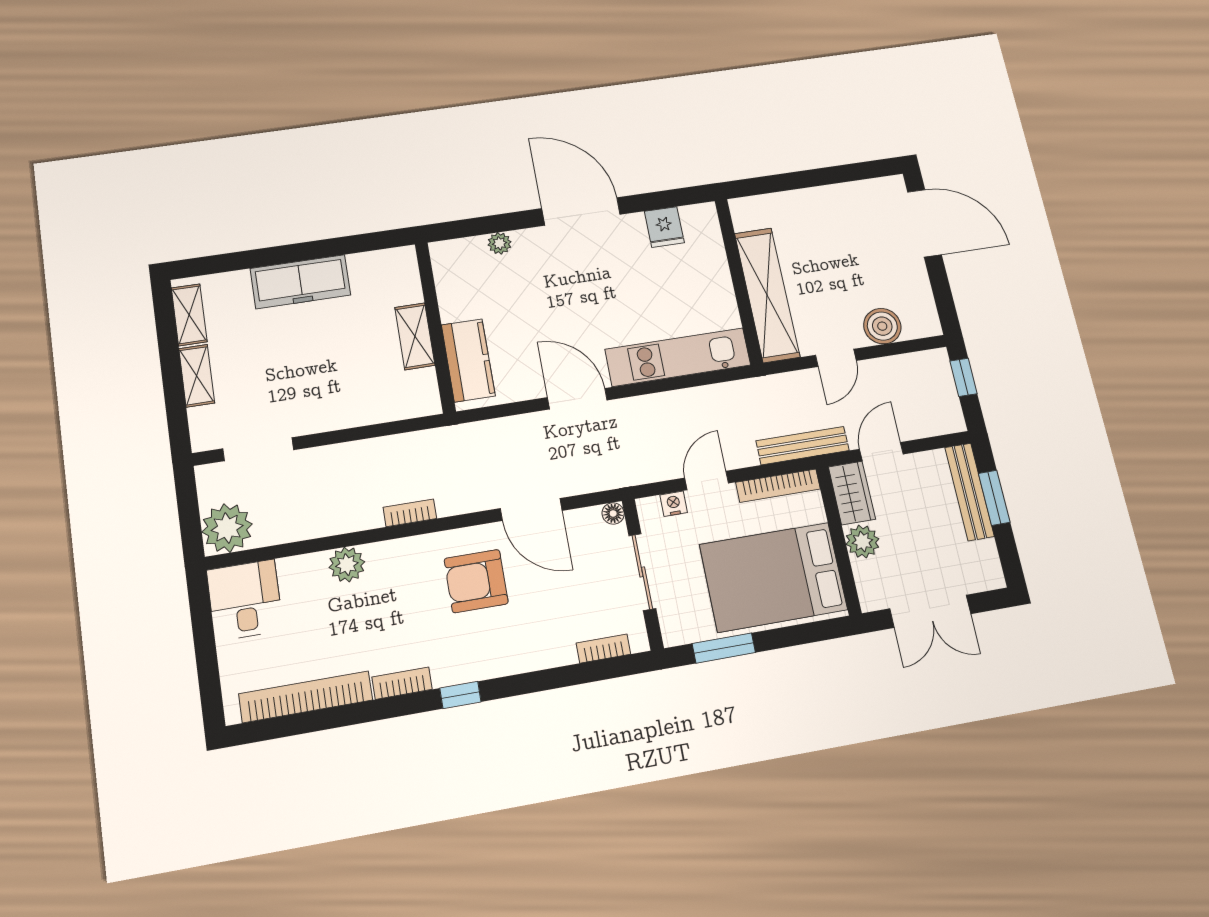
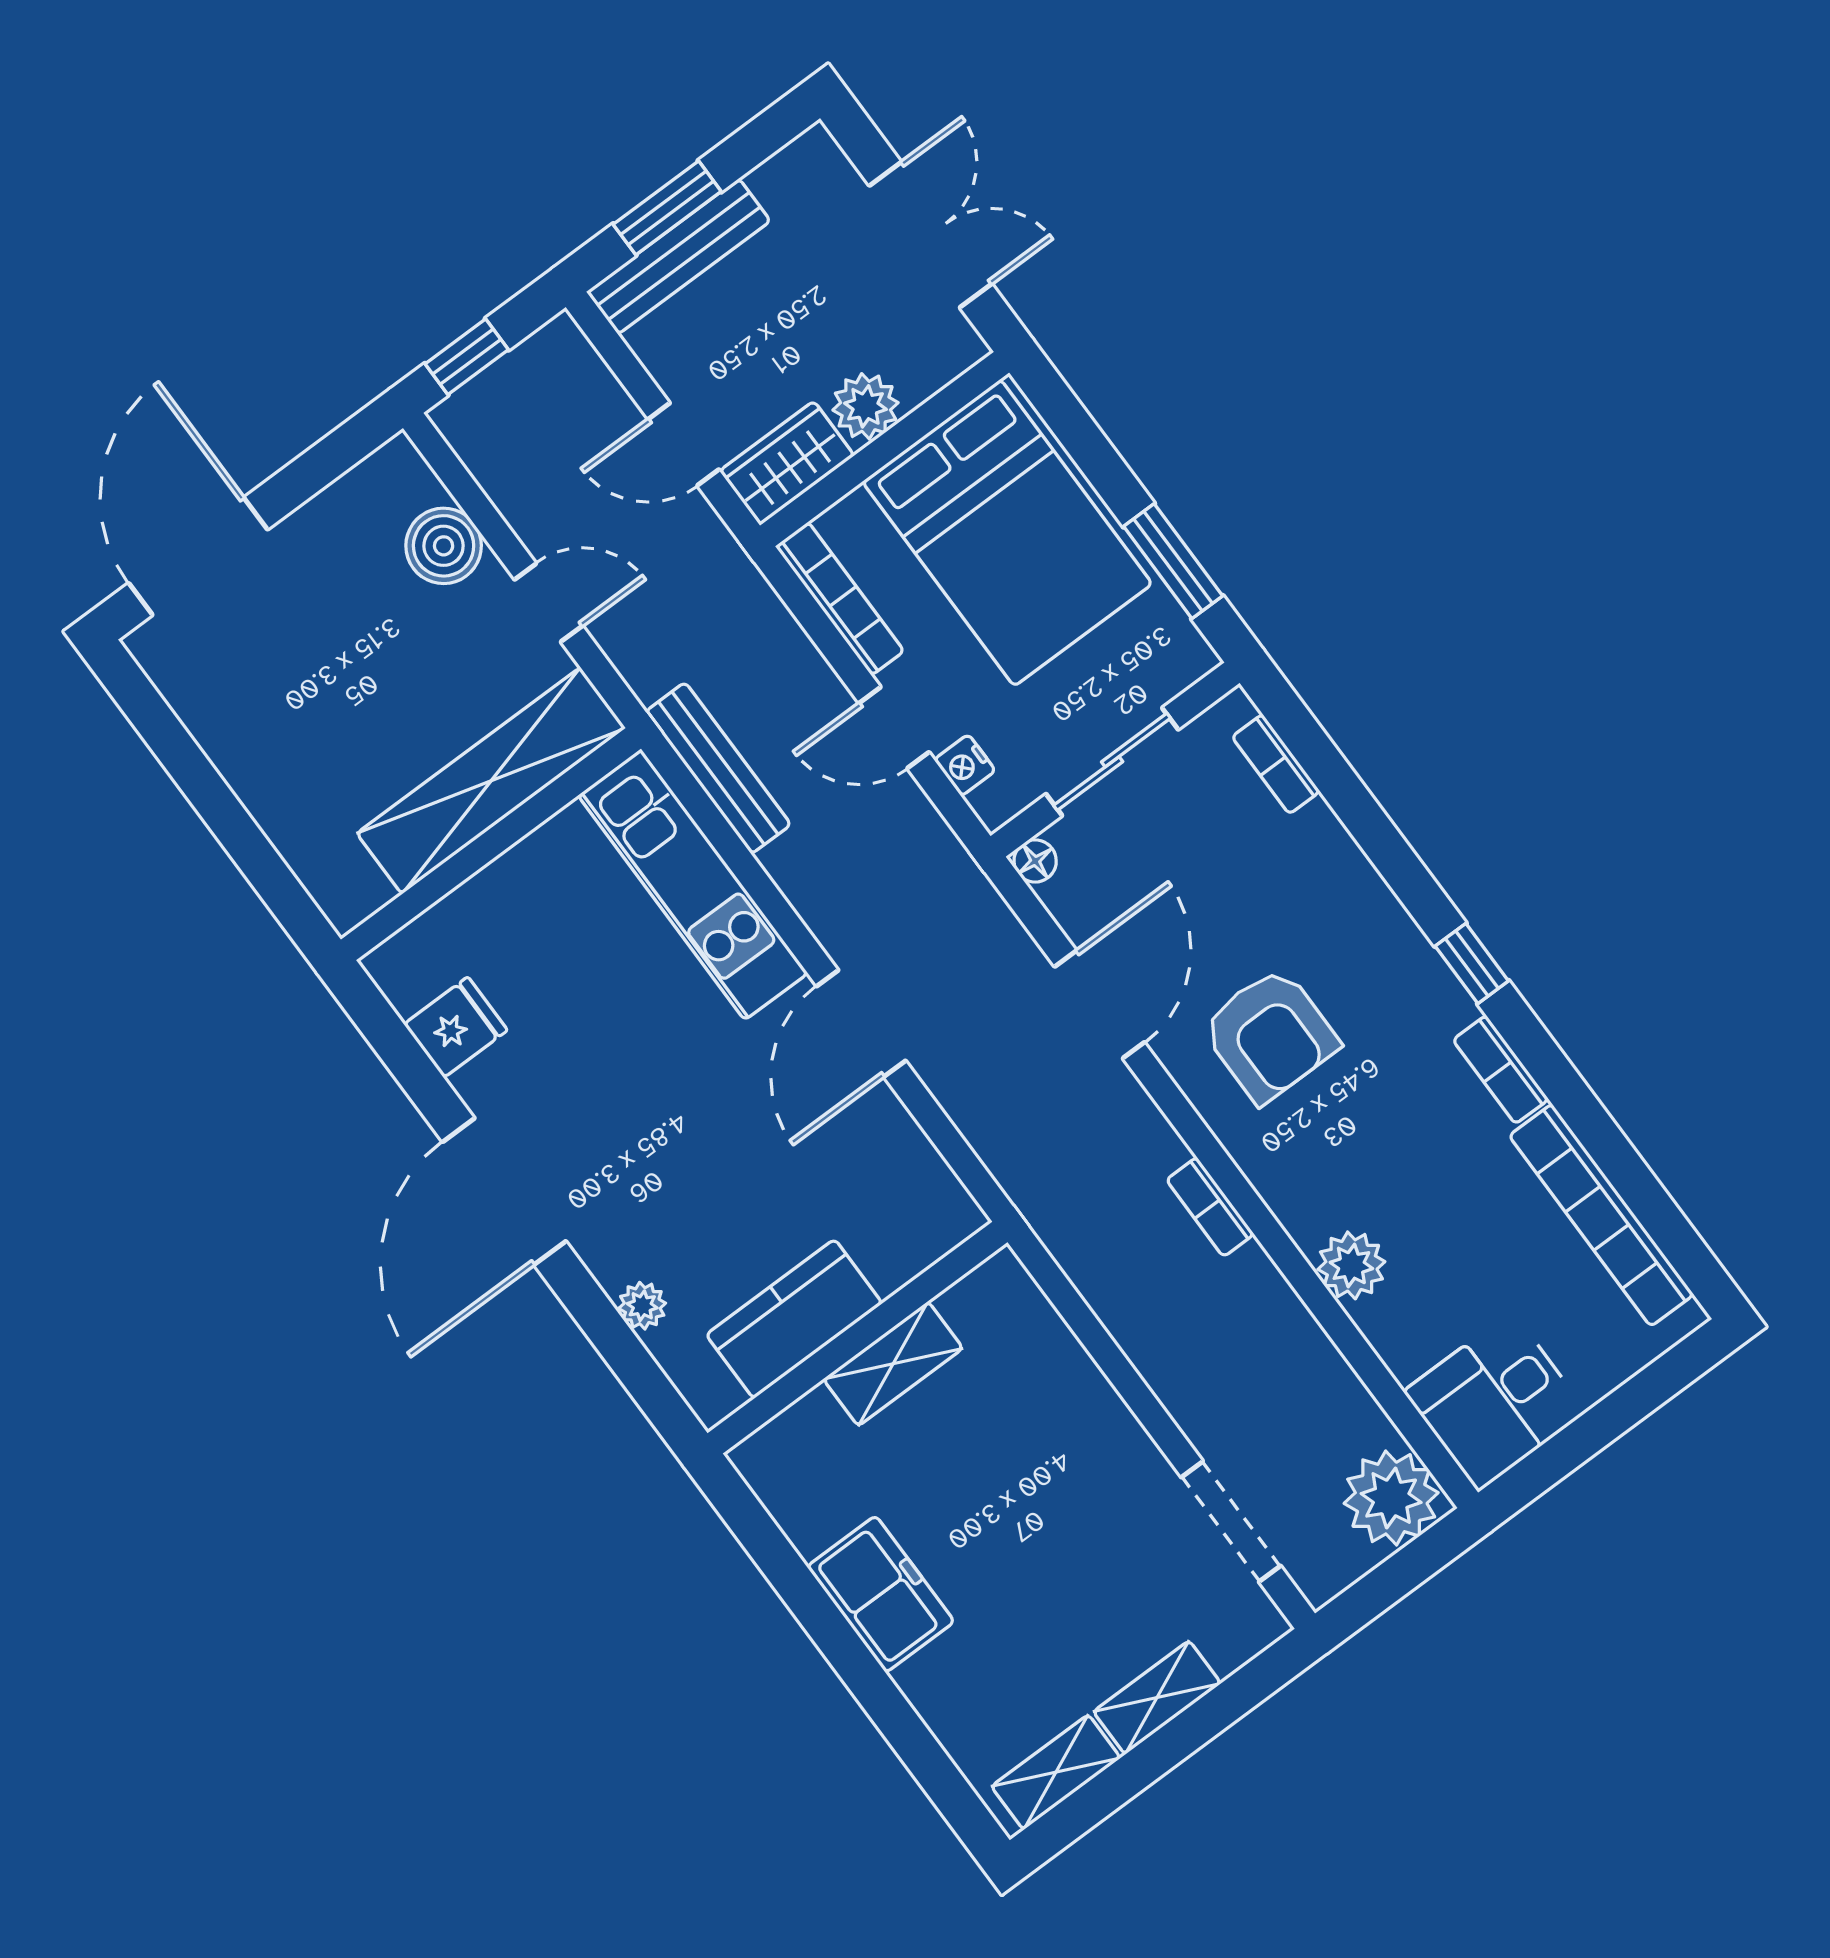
freezer: (300, 282) -> (881, 1594), width x0.71
kitchen counter: (468, 360) -> (794, 1319), moved
bench: (803, 446) -> (718, 768), moved

